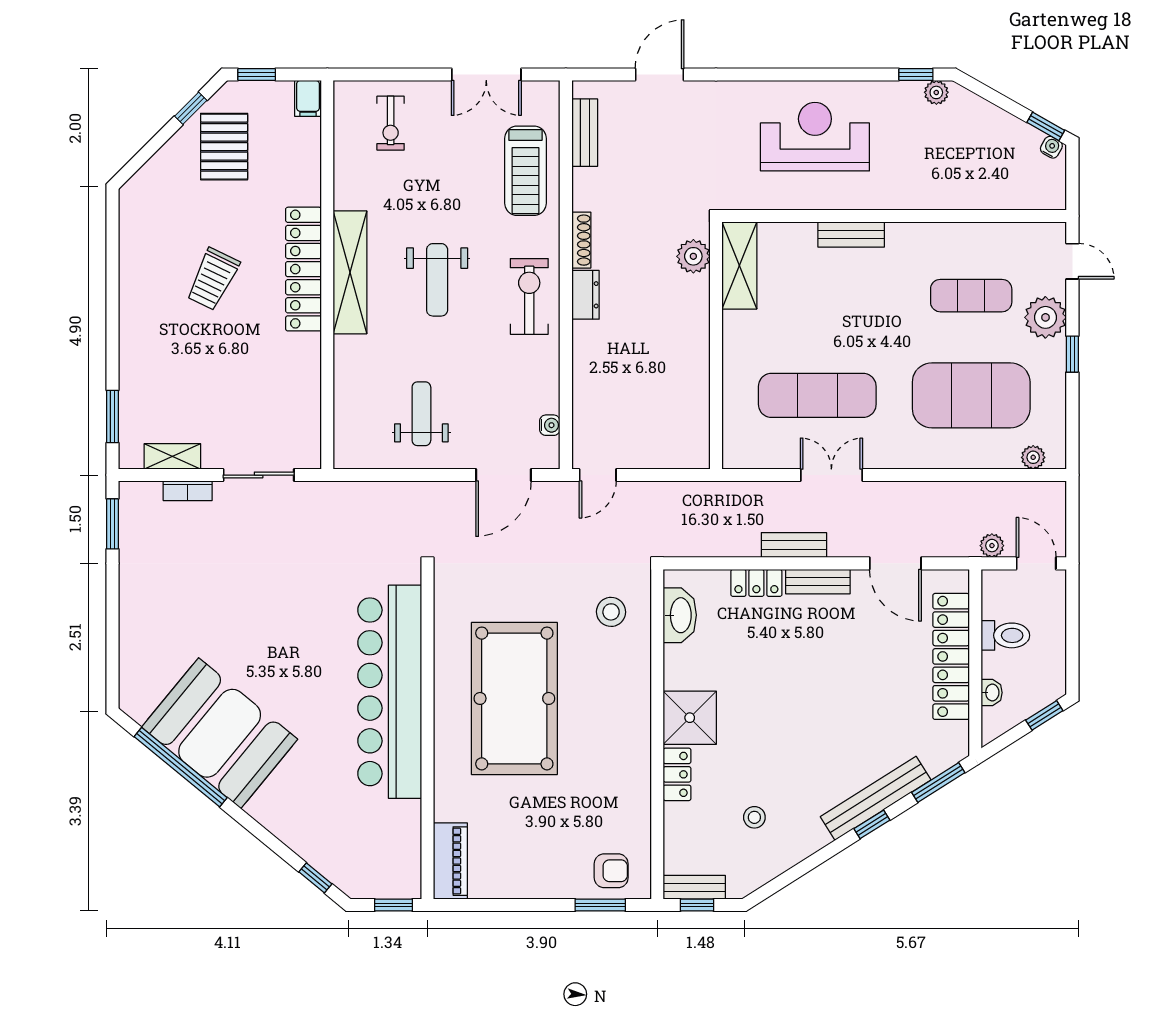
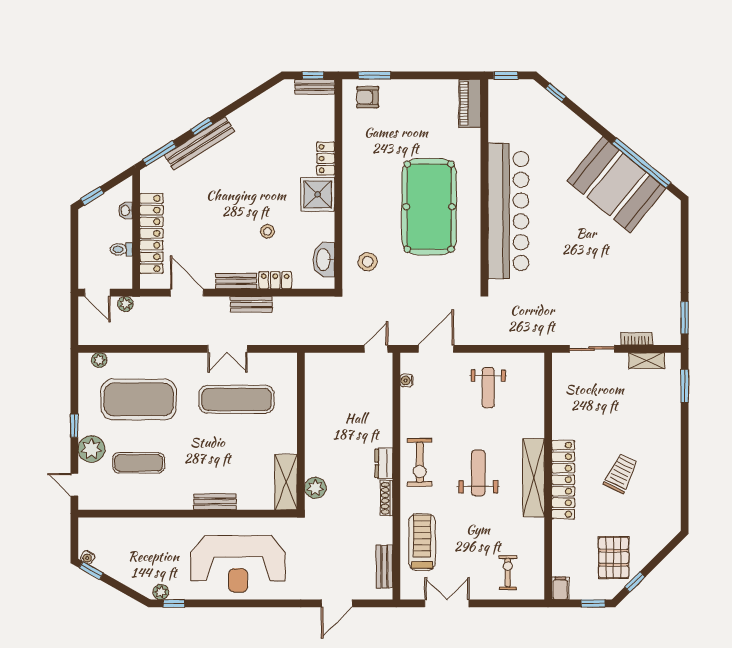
reception desk: (815, 137) -> (238, 564), width x1.36, depth x1.30
toilet: (1005, 635) -> (121, 249), width x0.73, depth x0.72
stool: (754, 817) -> (267, 231), moved

